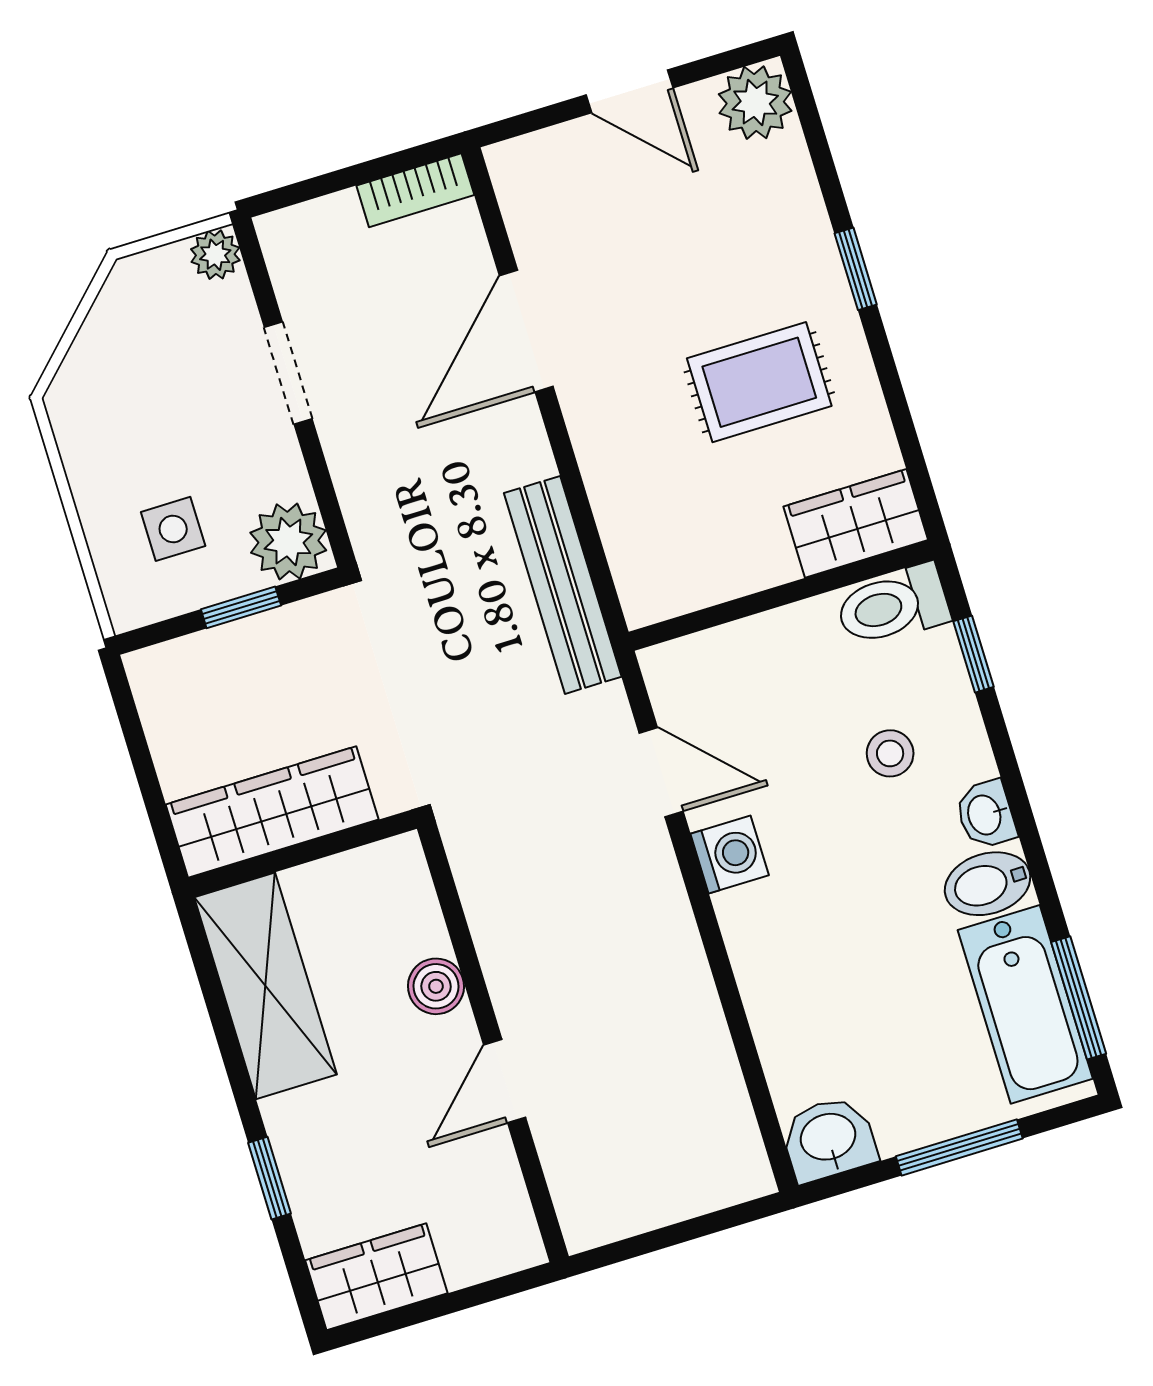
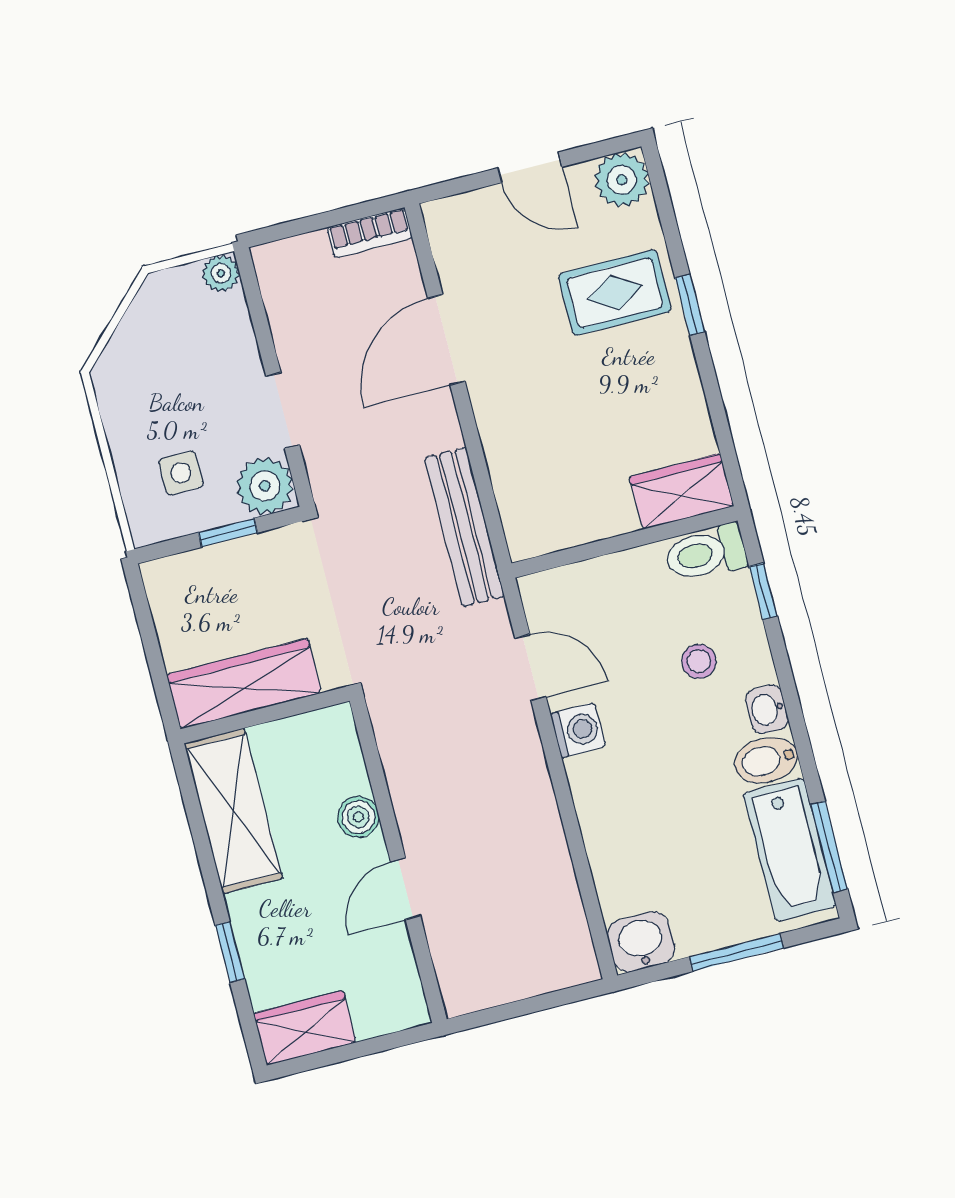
doorway: (288, 373) -> (283, 411), moved
rug: (759, 382) -> (615, 293), moved

